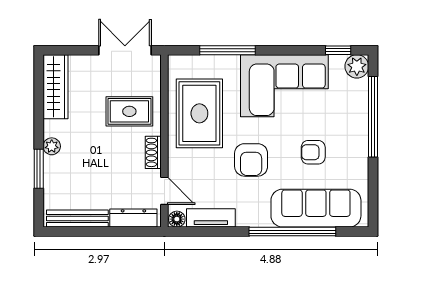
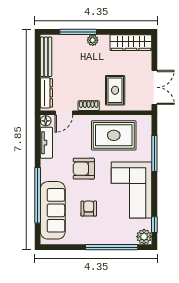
window: (39, 169) -> (78, 32), width x1.44

